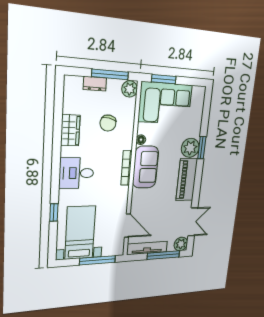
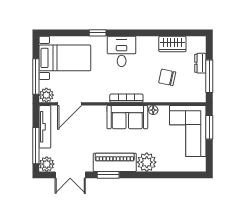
plant: (130, 89) -> (46, 95), moved
wardrobe: (70, 130) -> (172, 44), moved
window: (202, 148) -> (108, 175), moved
window: (54, 212) -> (98, 33), moved

